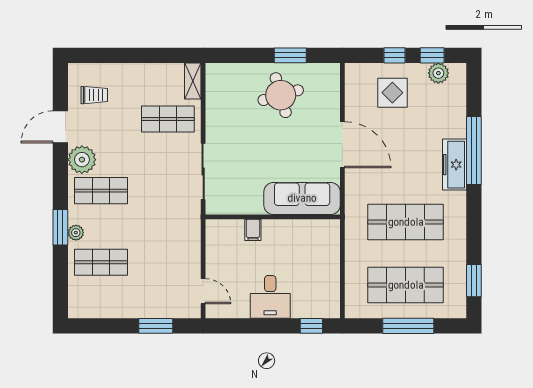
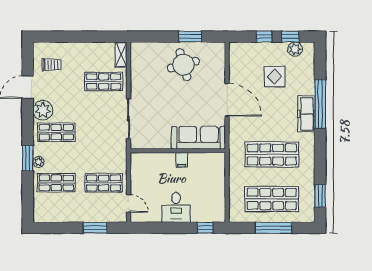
display table: (392, 93) -> (274, 77), moved
filing cabinet: (253, 230) -> (182, 160), moved
shop shelf: (168, 262) -> (104, 183), added

